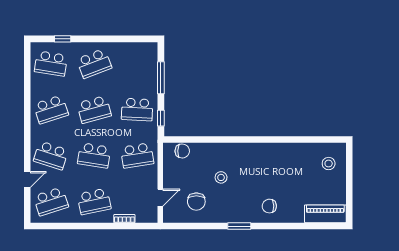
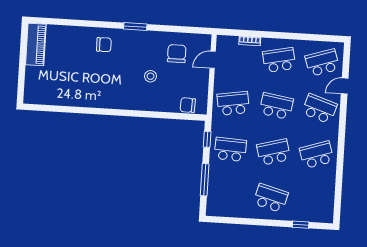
school desk: (51, 64) -> (314, 201), removed
school desk: (94, 64) -> (271, 198), turned 36
stool: (329, 164) -> (42, 84), removed
piano: (325, 214) -> (36, 45), moved, turned -90

